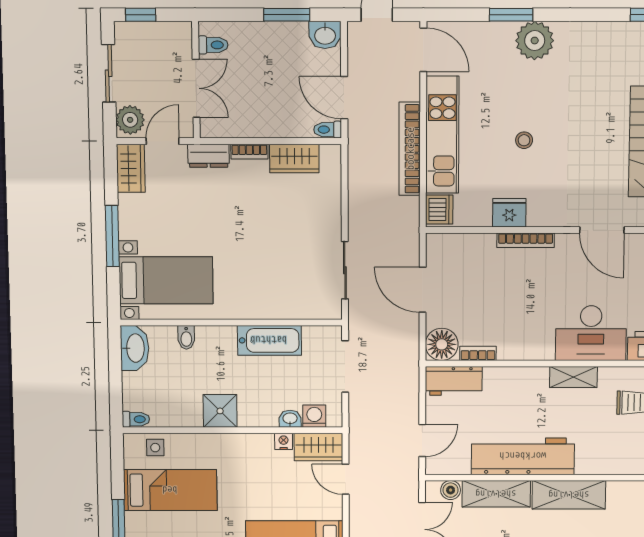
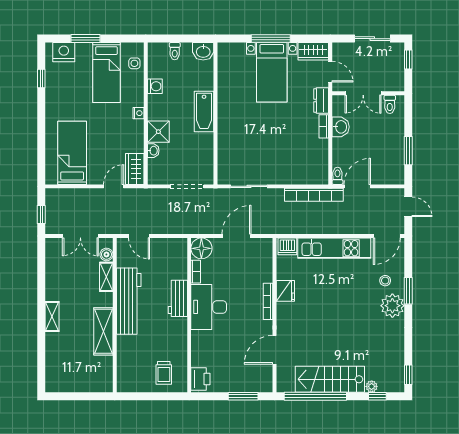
washbasin: (325, 35) -> (341, 127), moved, turned 180
plant: (130, 120) -> (344, 51), removed
stool: (524, 140) -> (385, 281), moved
bookcase: (410, 149) -> (314, 195), moved, turned 180
wardrobe: (294, 158) -> (319, 155), removed
bed with nightstands: (166, 280) -> (272, 72), moved
desk: (591, 333) -> (209, 307), moved
bidet: (186, 337) -> (206, 85), removed
bathtub: (269, 340) -> (204, 111), moved
washbasin: (135, 348) -> (203, 51), width x0.72
shelving: (573, 377) -> (180, 333), removed
workbench: (454, 381) -> (178, 298), moved
shower: (220, 411) -> (158, 132), moved
washing machine: (314, 416) -> (155, 86), moved
toilet: (136, 419) -> (175, 51), moved
nightstand: (284, 441) -> (138, 113), moved
shelving: (496, 494) -> (106, 277), width x0.67, depth x0.75

